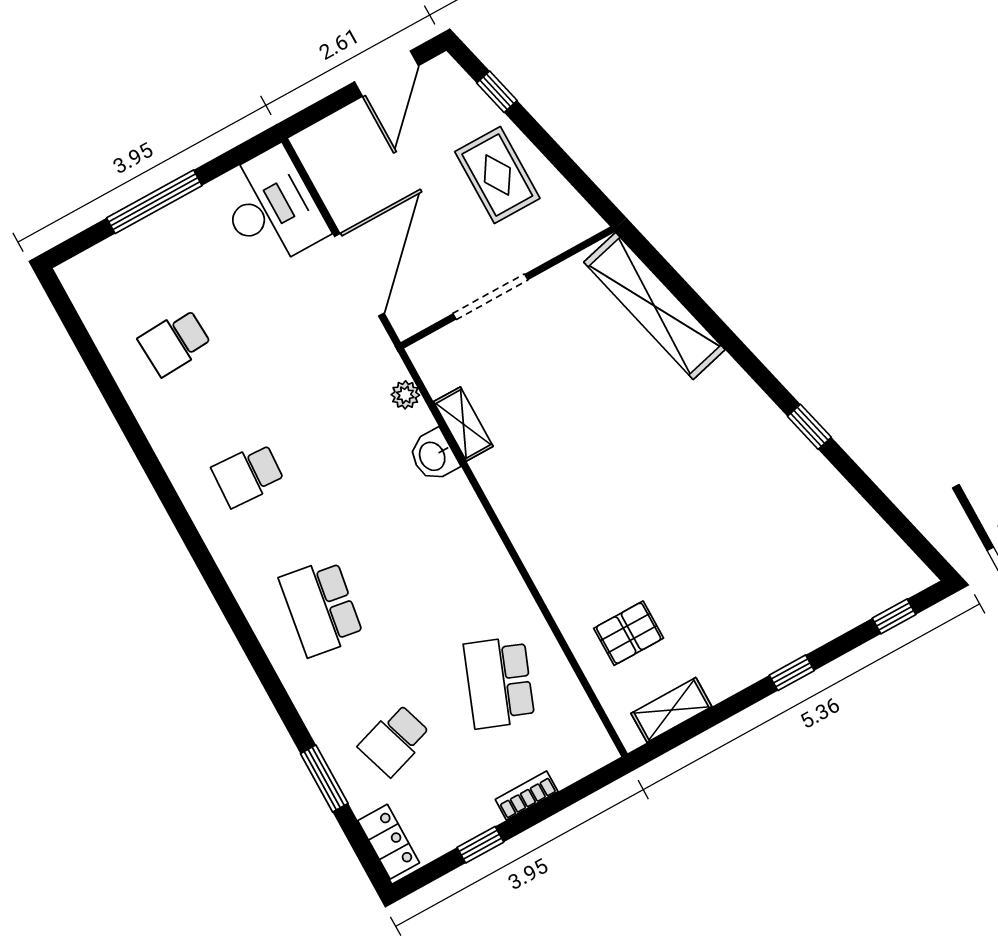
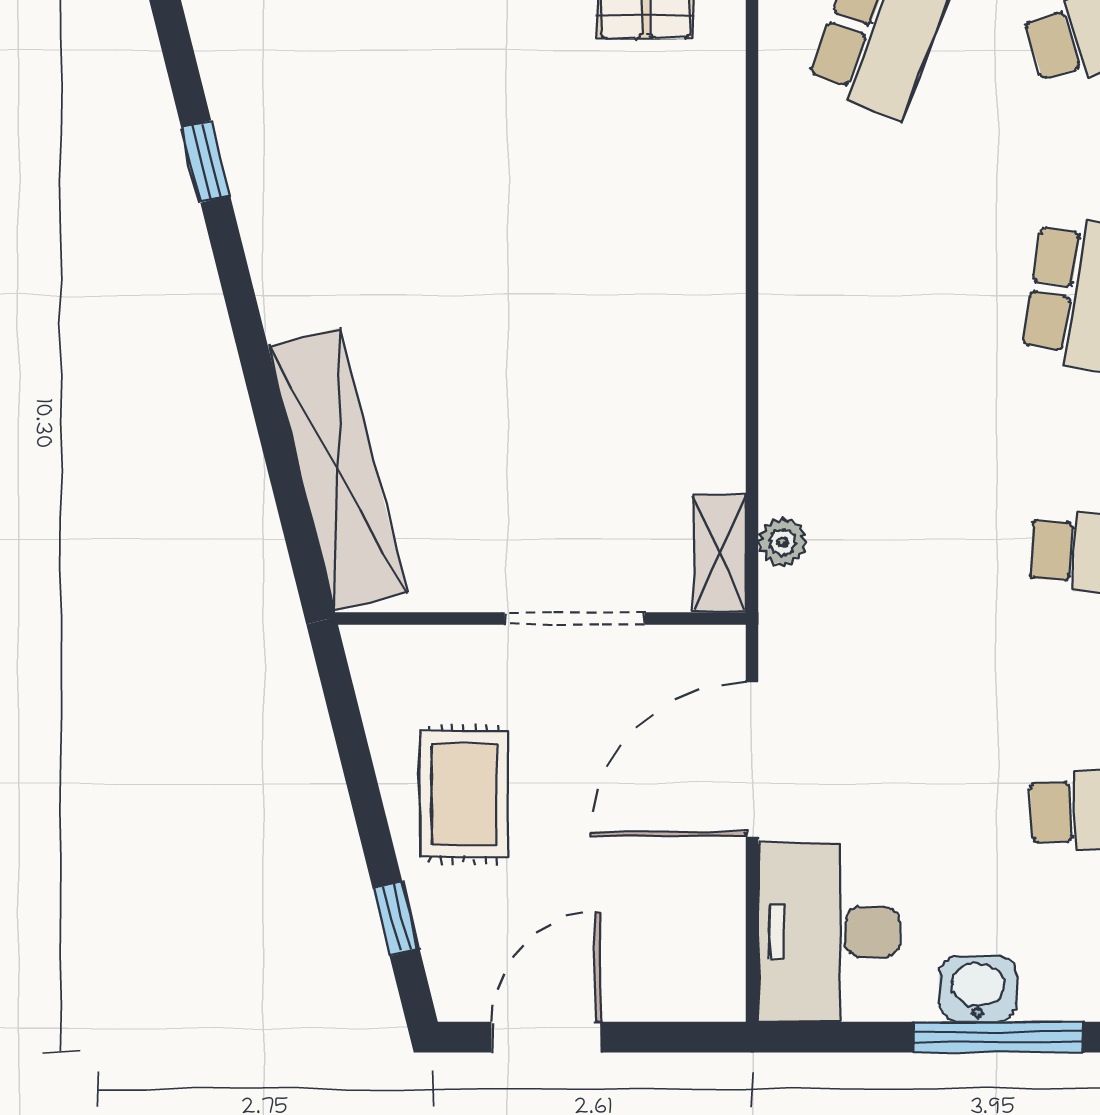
shelving: (463, 424) -> (720, 553), moved
washbasin: (433, 456) -> (978, 989), moved, turned -90

